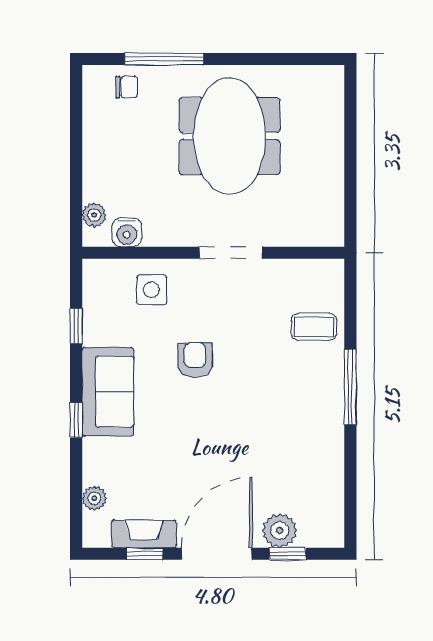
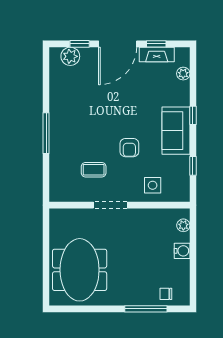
meeting table: (230, 136) -> (80, 270), moved
water cooler: (127, 232) -> (182, 251), moved, turned 90
coffee table: (314, 327) -> (94, 170), moved
plant: (280, 530) -> (70, 56), moved

